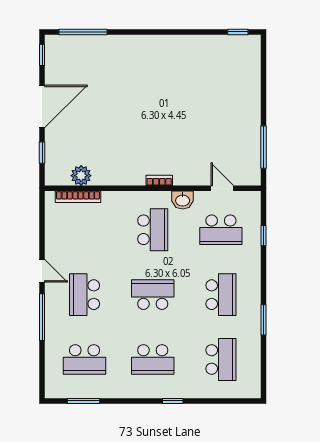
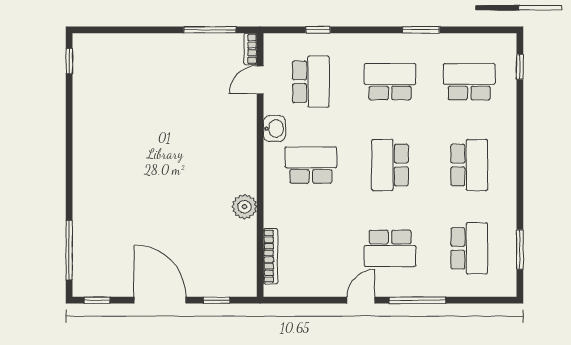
plant: (81, 176) -> (245, 207), moved
bookcase: (159, 180) -> (251, 49), moved
window: (173, 401) -> (520, 67), moved

